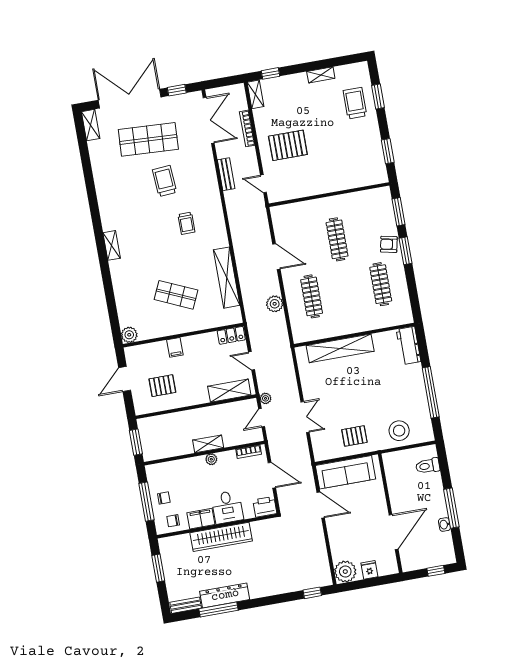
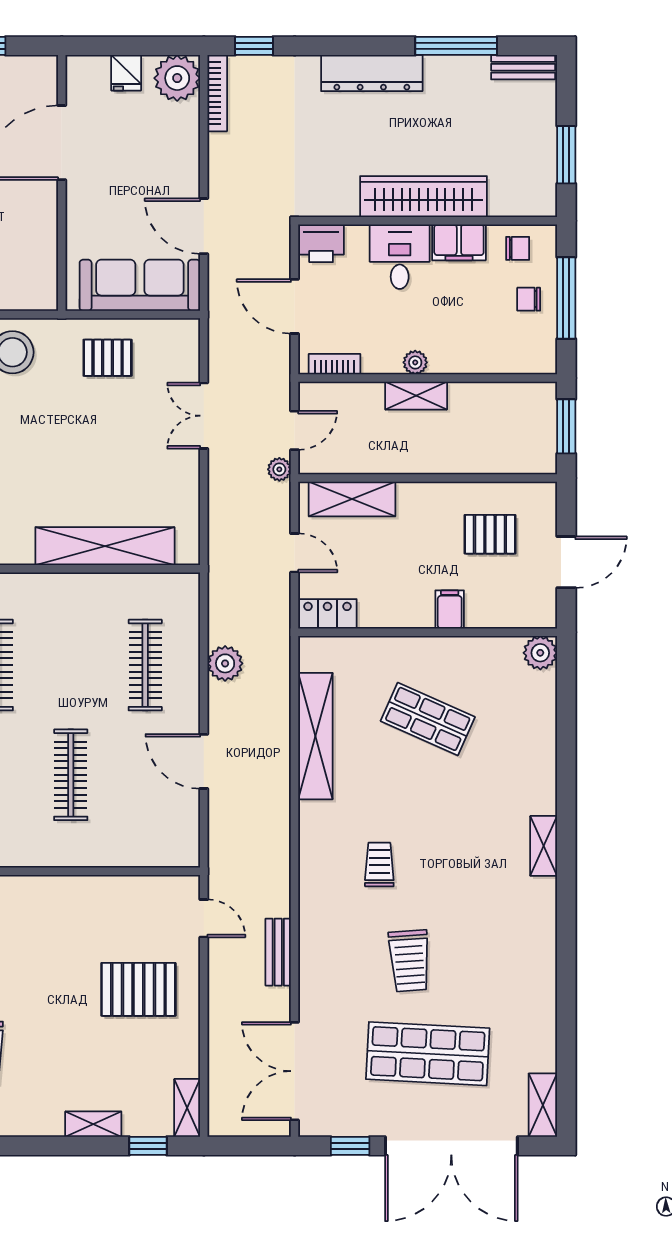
shelving: (321, 75) -> (93, 1124), moved
bookcase: (247, 128) -> (217, 93), moved
dresser: (225, 595) -> (372, 73), moved

